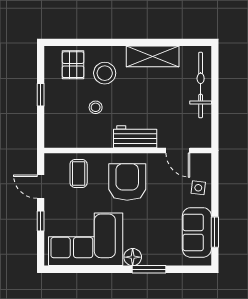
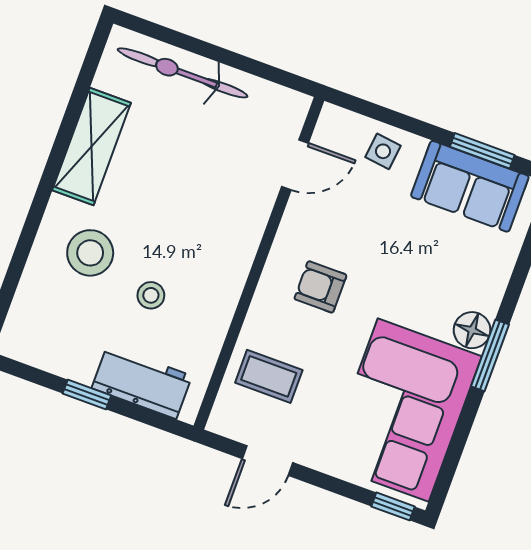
pallet: (73, 65) -> (51, 309), removed
workbench: (135, 137) -> (142, 382), moved, turned 90
armchair: (127, 182) -> (320, 287), width x0.53, depth x0.53
window: (41, 221) -> (393, 506), moved
window: (149, 269) -> (490, 355), moved

